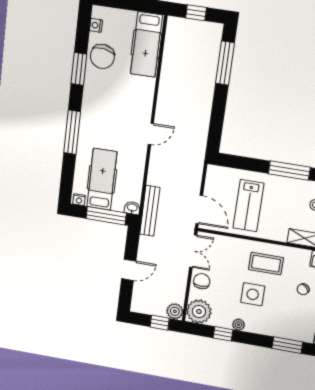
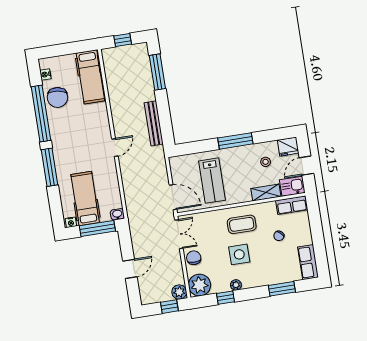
window: (79, 69) -> (41, 114), width x2.11
bench: (150, 211) -> (154, 123), moved

